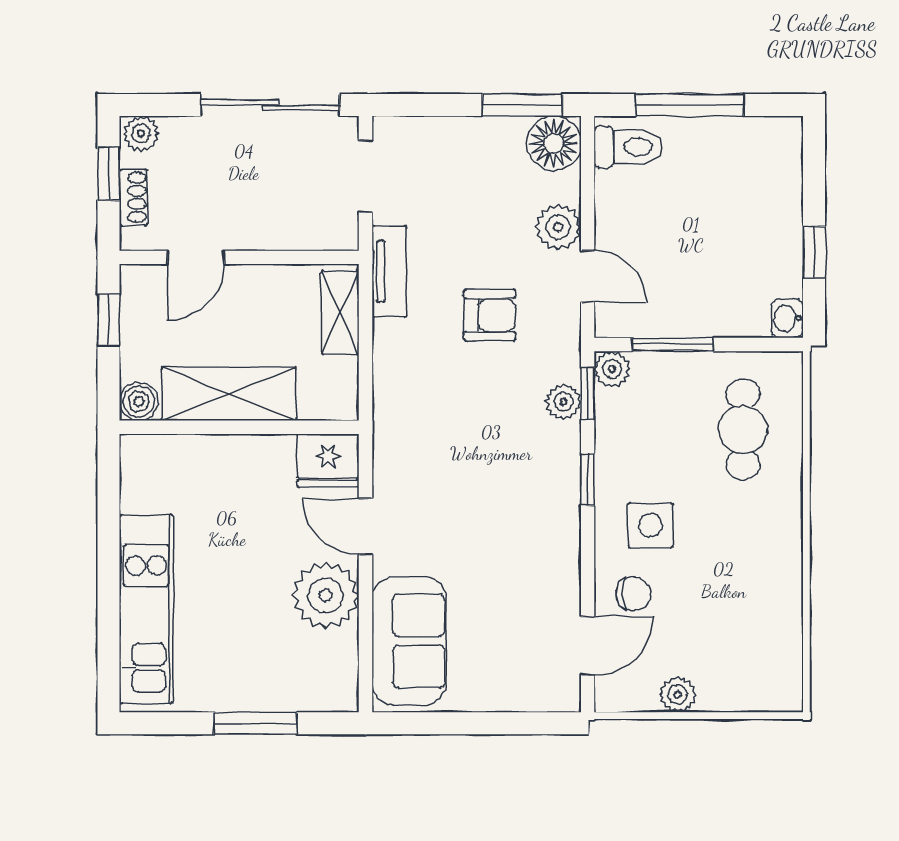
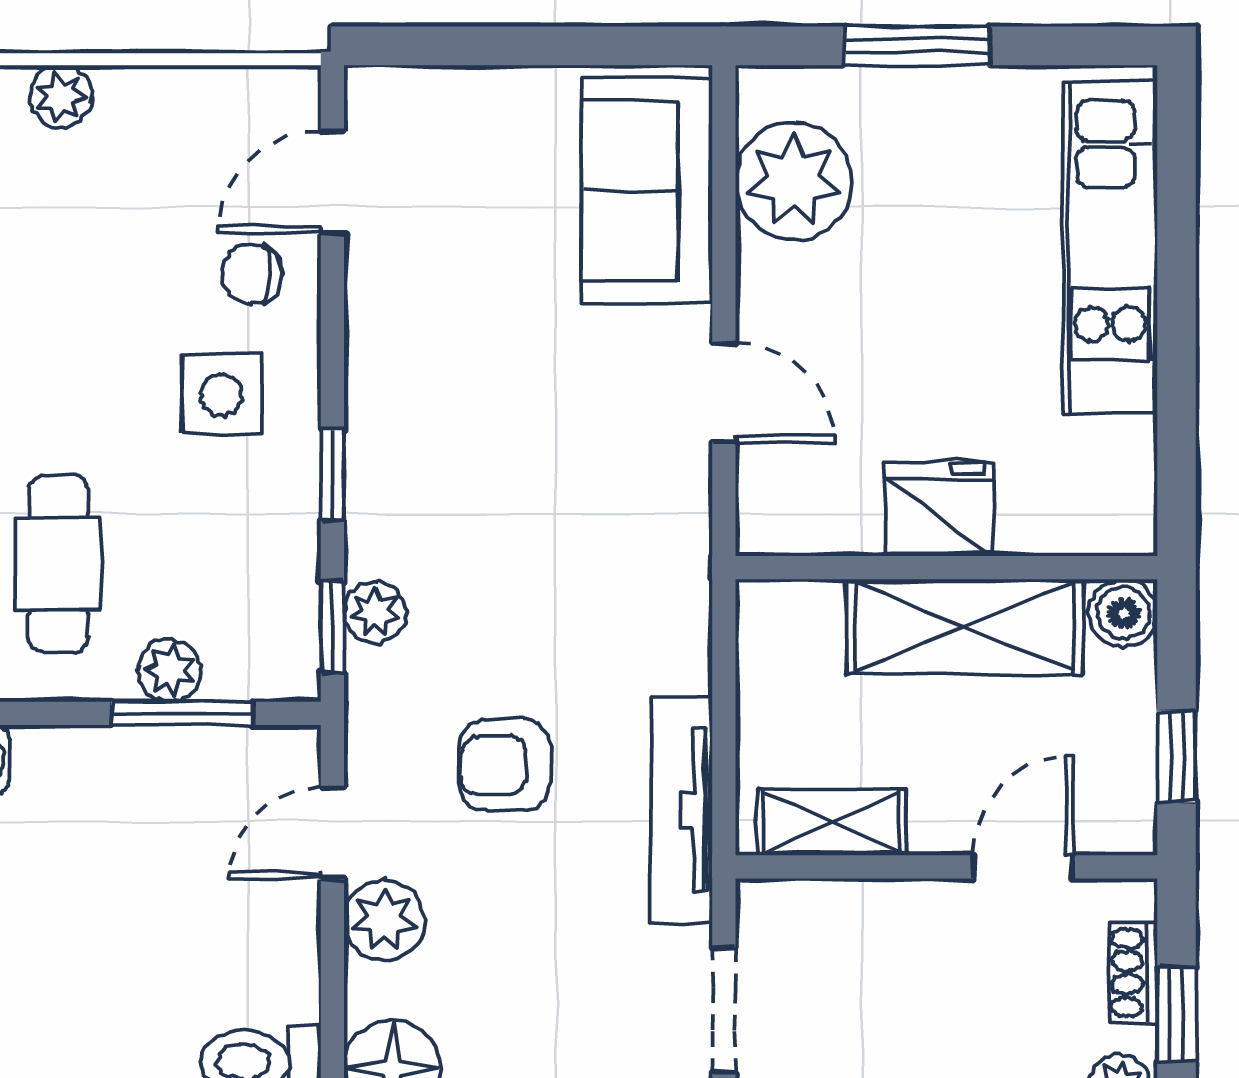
tv unit: (389, 271) -> (682, 810), width x1.41
door: (588, 276) -> (332, 833), hinge flipped
shelving: (340, 312) -> (832, 822), moved, turned 90
plant: (612, 369) -> (170, 670), moved
fridge: (328, 460) -> (939, 509), moved
plant: (326, 595) -> (794, 181), moved
plant: (678, 695) -> (61, 96), moved

